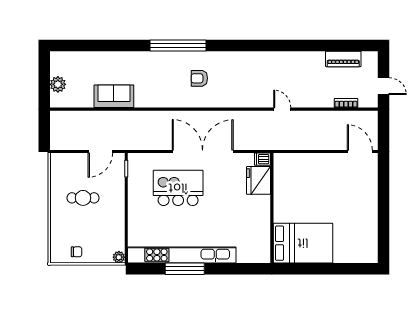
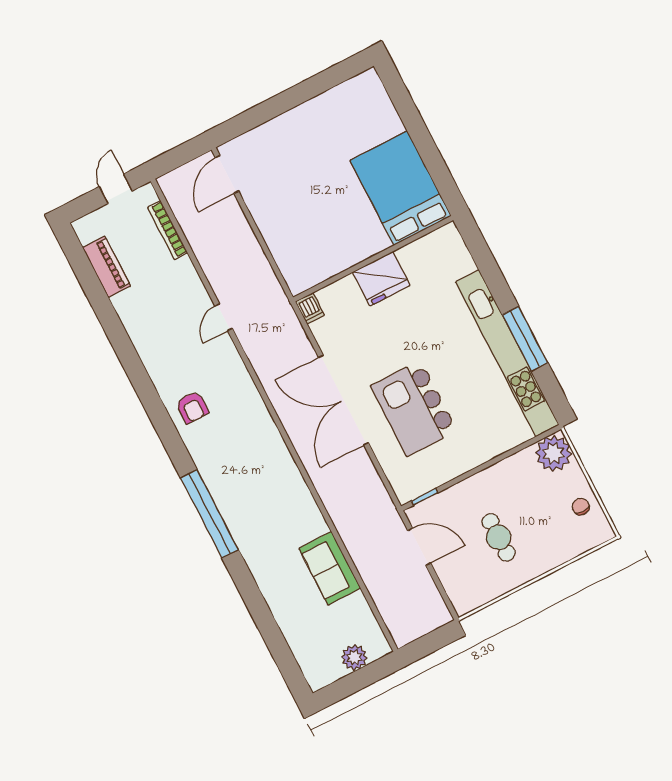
armchair: (199, 78) -> (192, 407), moved
bookcase: (346, 103) -> (168, 230), width x1.56
fridge: (259, 180) -> (381, 279), moved
plant: (119, 257) -> (553, 453), width x1.88, depth x1.88

